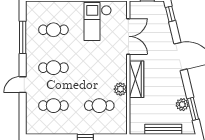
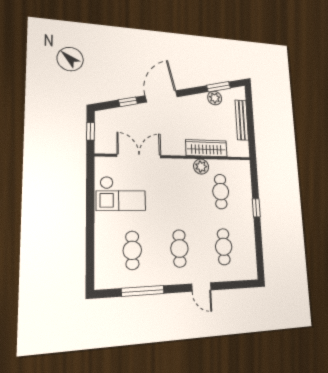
window: (170, 14) -> (128, 102), moved
wardrobe: (137, 79) -> (206, 148), moved

